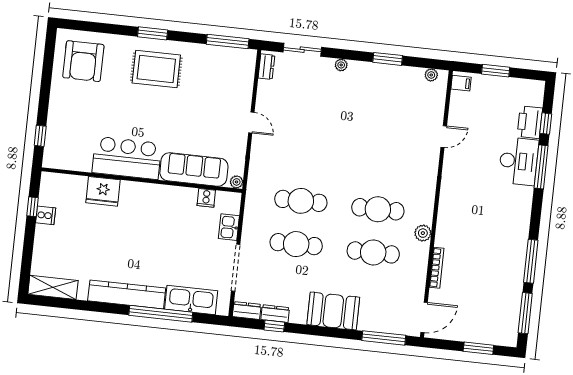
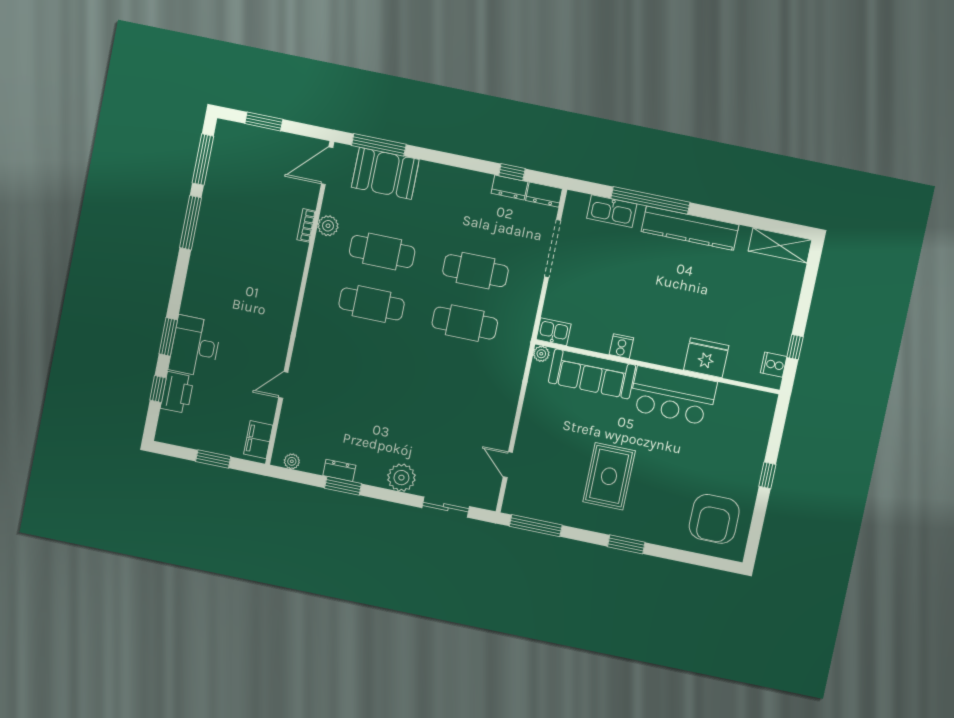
armchair: (83, 61) -> (714, 519), turned 180
plant: (341, 65) -> (401, 478), width x1.88, depth x1.88
dresser: (266, 67) -> (339, 470), moved, turned 90
rug: (156, 69) -> (609, 476), moved, turned 90
filing cabinet: (461, 83) -> (258, 440), width x2.00
door: (251, 122) -> (508, 465), moved
window: (40, 136) -> (767, 475), moved
window: (541, 167) -> (168, 337), width x0.69
cooker: (206, 198) -> (621, 346), moved
cooker: (46, 215) -> (774, 365), moved
kitchen sink: (229, 227) -> (554, 332), moved, turned -90
plant: (423, 233) -> (328, 226), moved
bookcase: (437, 268) -> (306, 225), width x0.64
kitchen sink: (191, 300) -> (612, 211), width x0.73, depth x0.81
booth: (333, 311) -> (385, 173), moved

